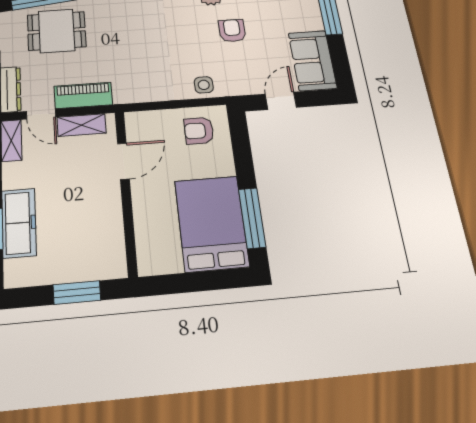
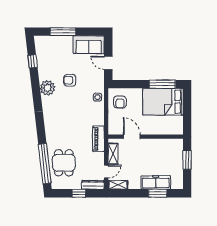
piano: (83, 95) -> (98, 139), moved

